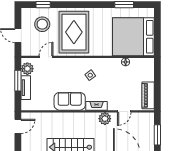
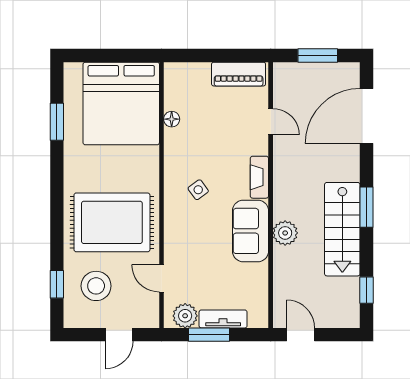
plant: (105, 119) -> (285, 233), moved

